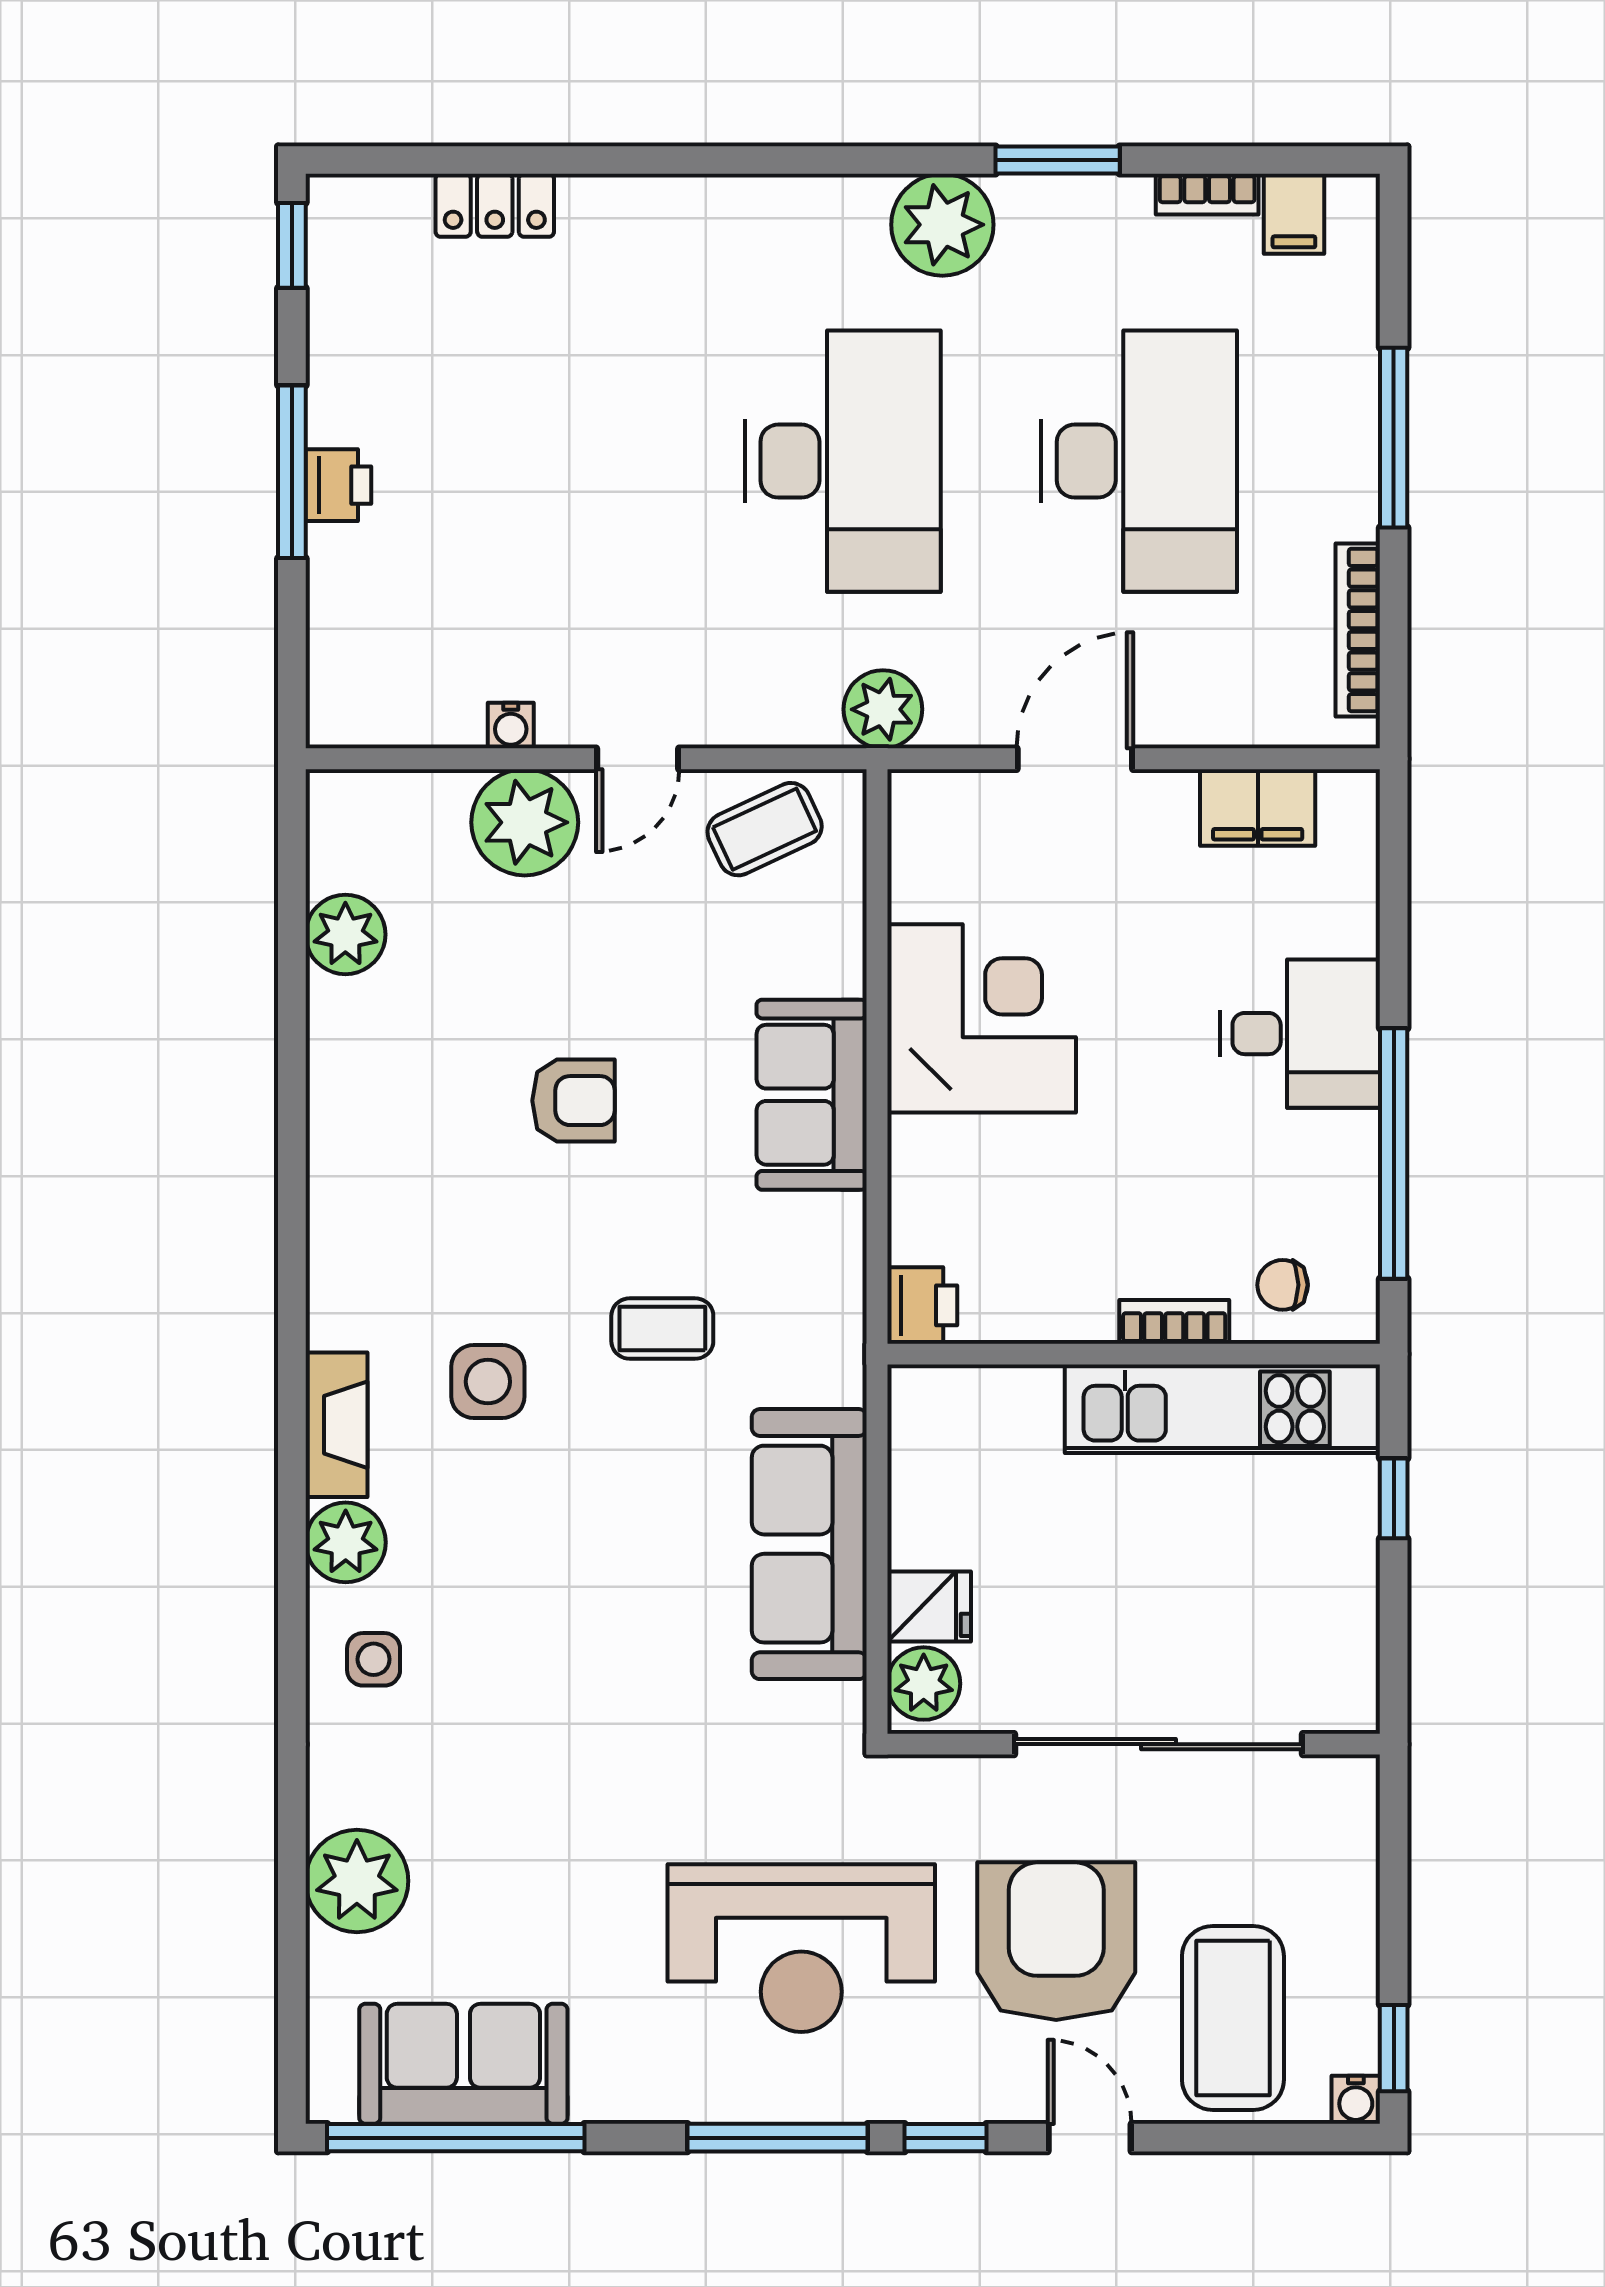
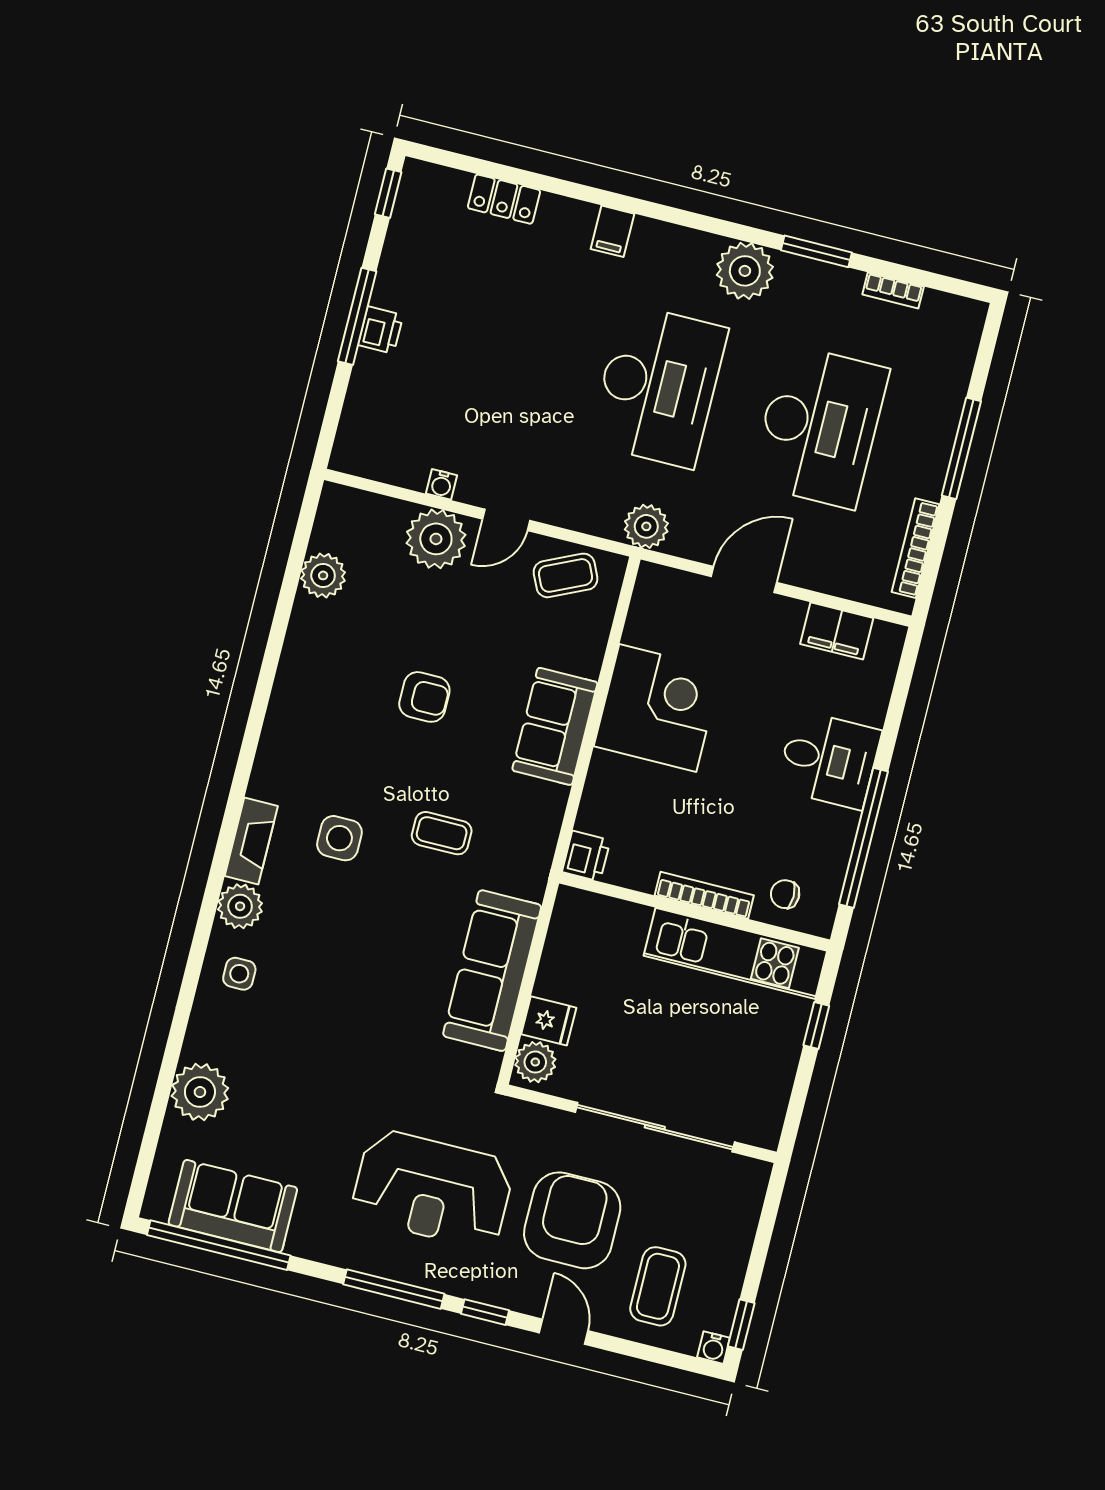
filing cabinet: (1294, 214) -> (612, 231), moved
bookcase: (1174, 1322) -> (704, 895), width x1.56
coffee table: (1233, 2018) -> (658, 1286), width x0.73, depth x0.76

